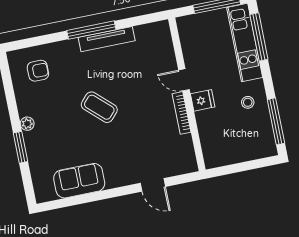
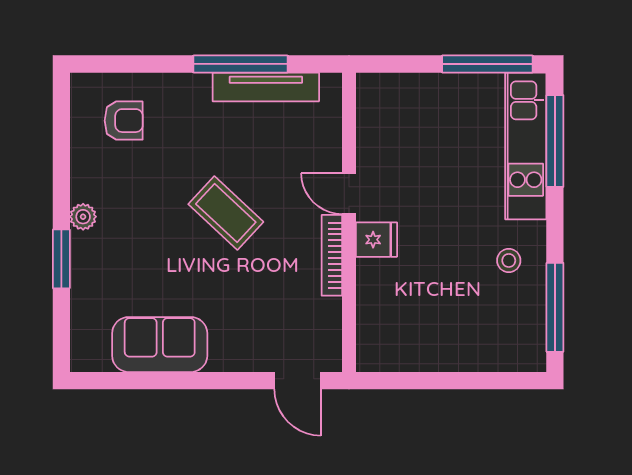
door: (184, 80) -> (349, 194), moved
wall: (187, 94) -> (349, 222), moved
fridge: (203, 100) -> (376, 240), moved
bookcase: (182, 113) -> (332, 255), moved

